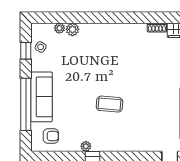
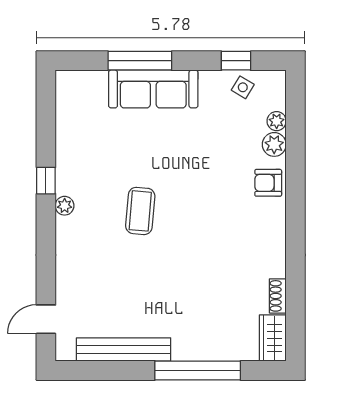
window: (26, 104) -> (140, 61), width x0.68
armchair: (51, 136) -> (268, 183), moved, turned 90
plant: (86, 146) -> (65, 206), moved

